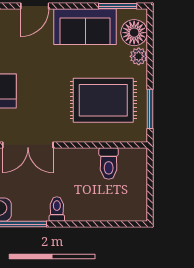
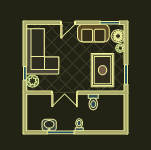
rug: (103, 100) -> (103, 70), turned 90
toilet: (109, 163) -> (93, 102), moved

